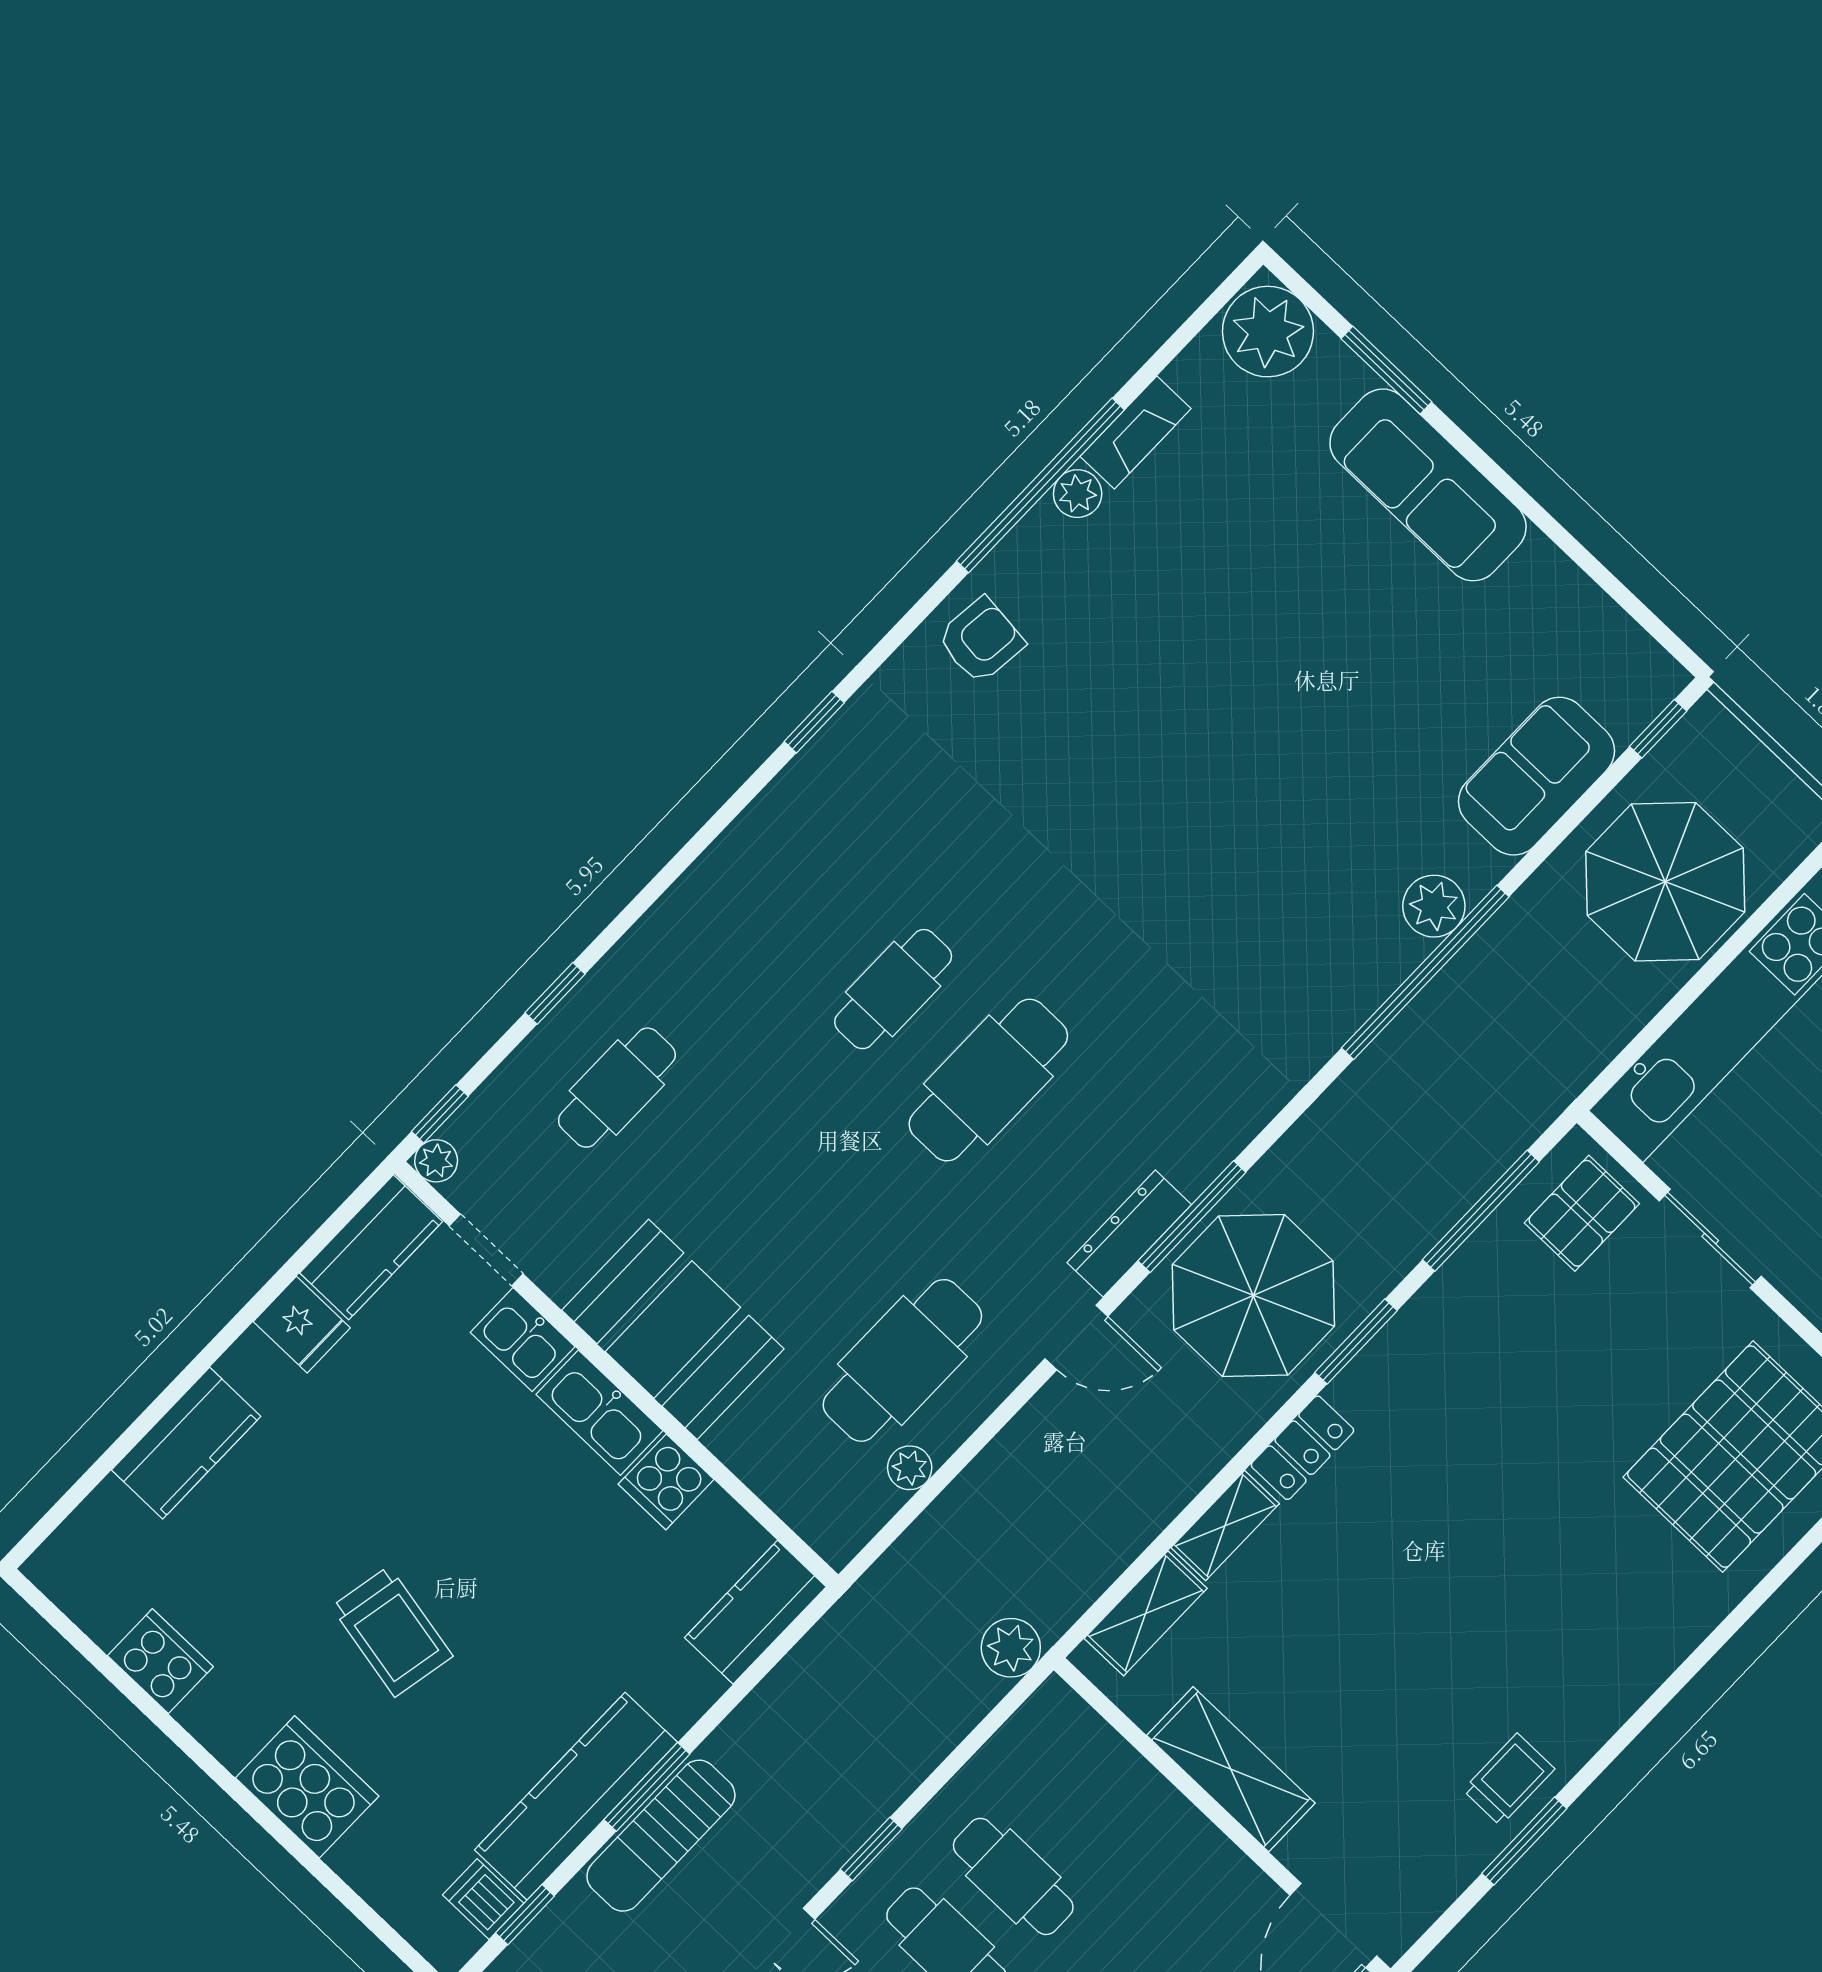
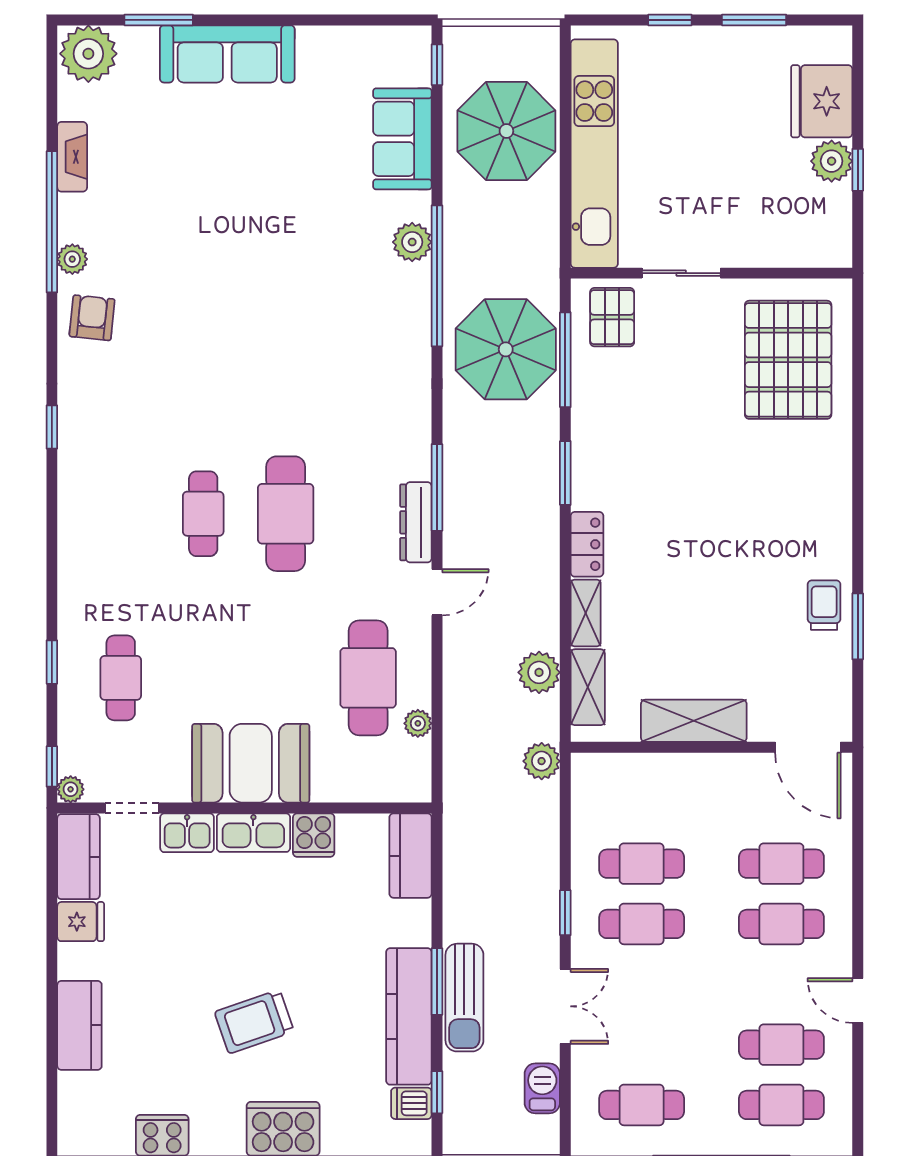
plant: (1078, 494) -> (72, 259), moved
parasol: (1253, 1295) -> (506, 349), moved
plant: (1106, 1543) -> (539, 672), added
trolley: (392, 1632) -> (254, 1022), turned 150

